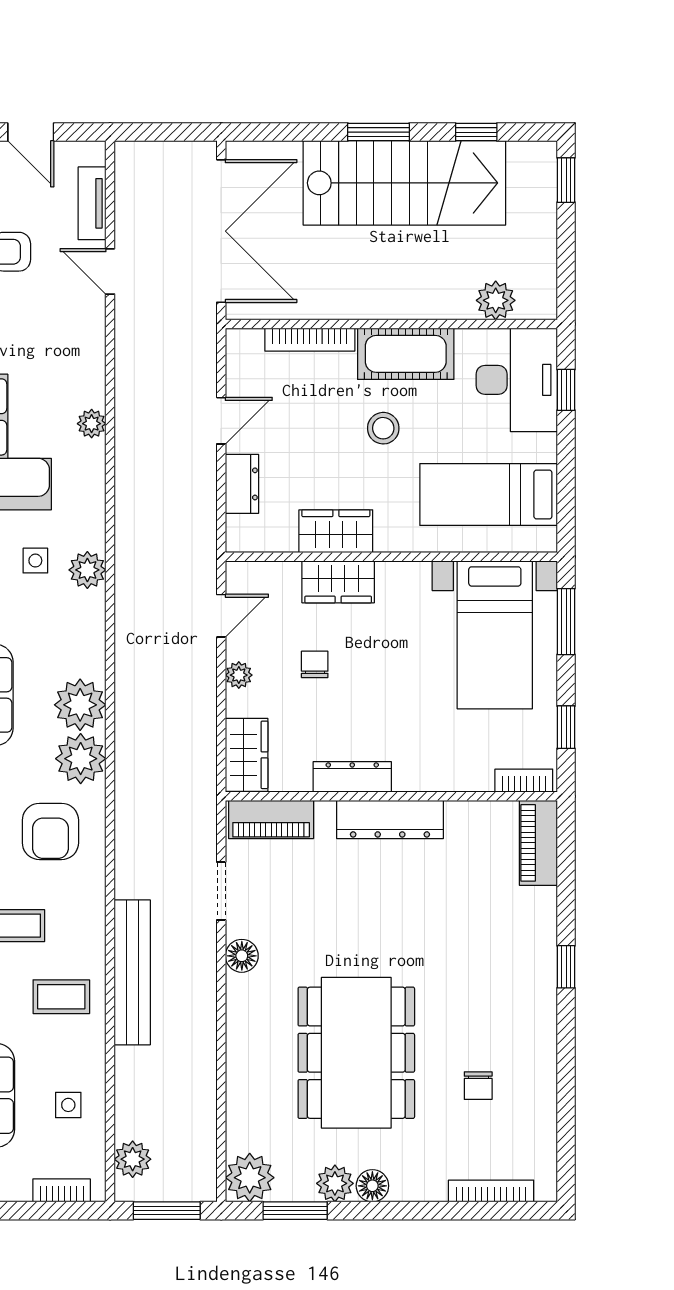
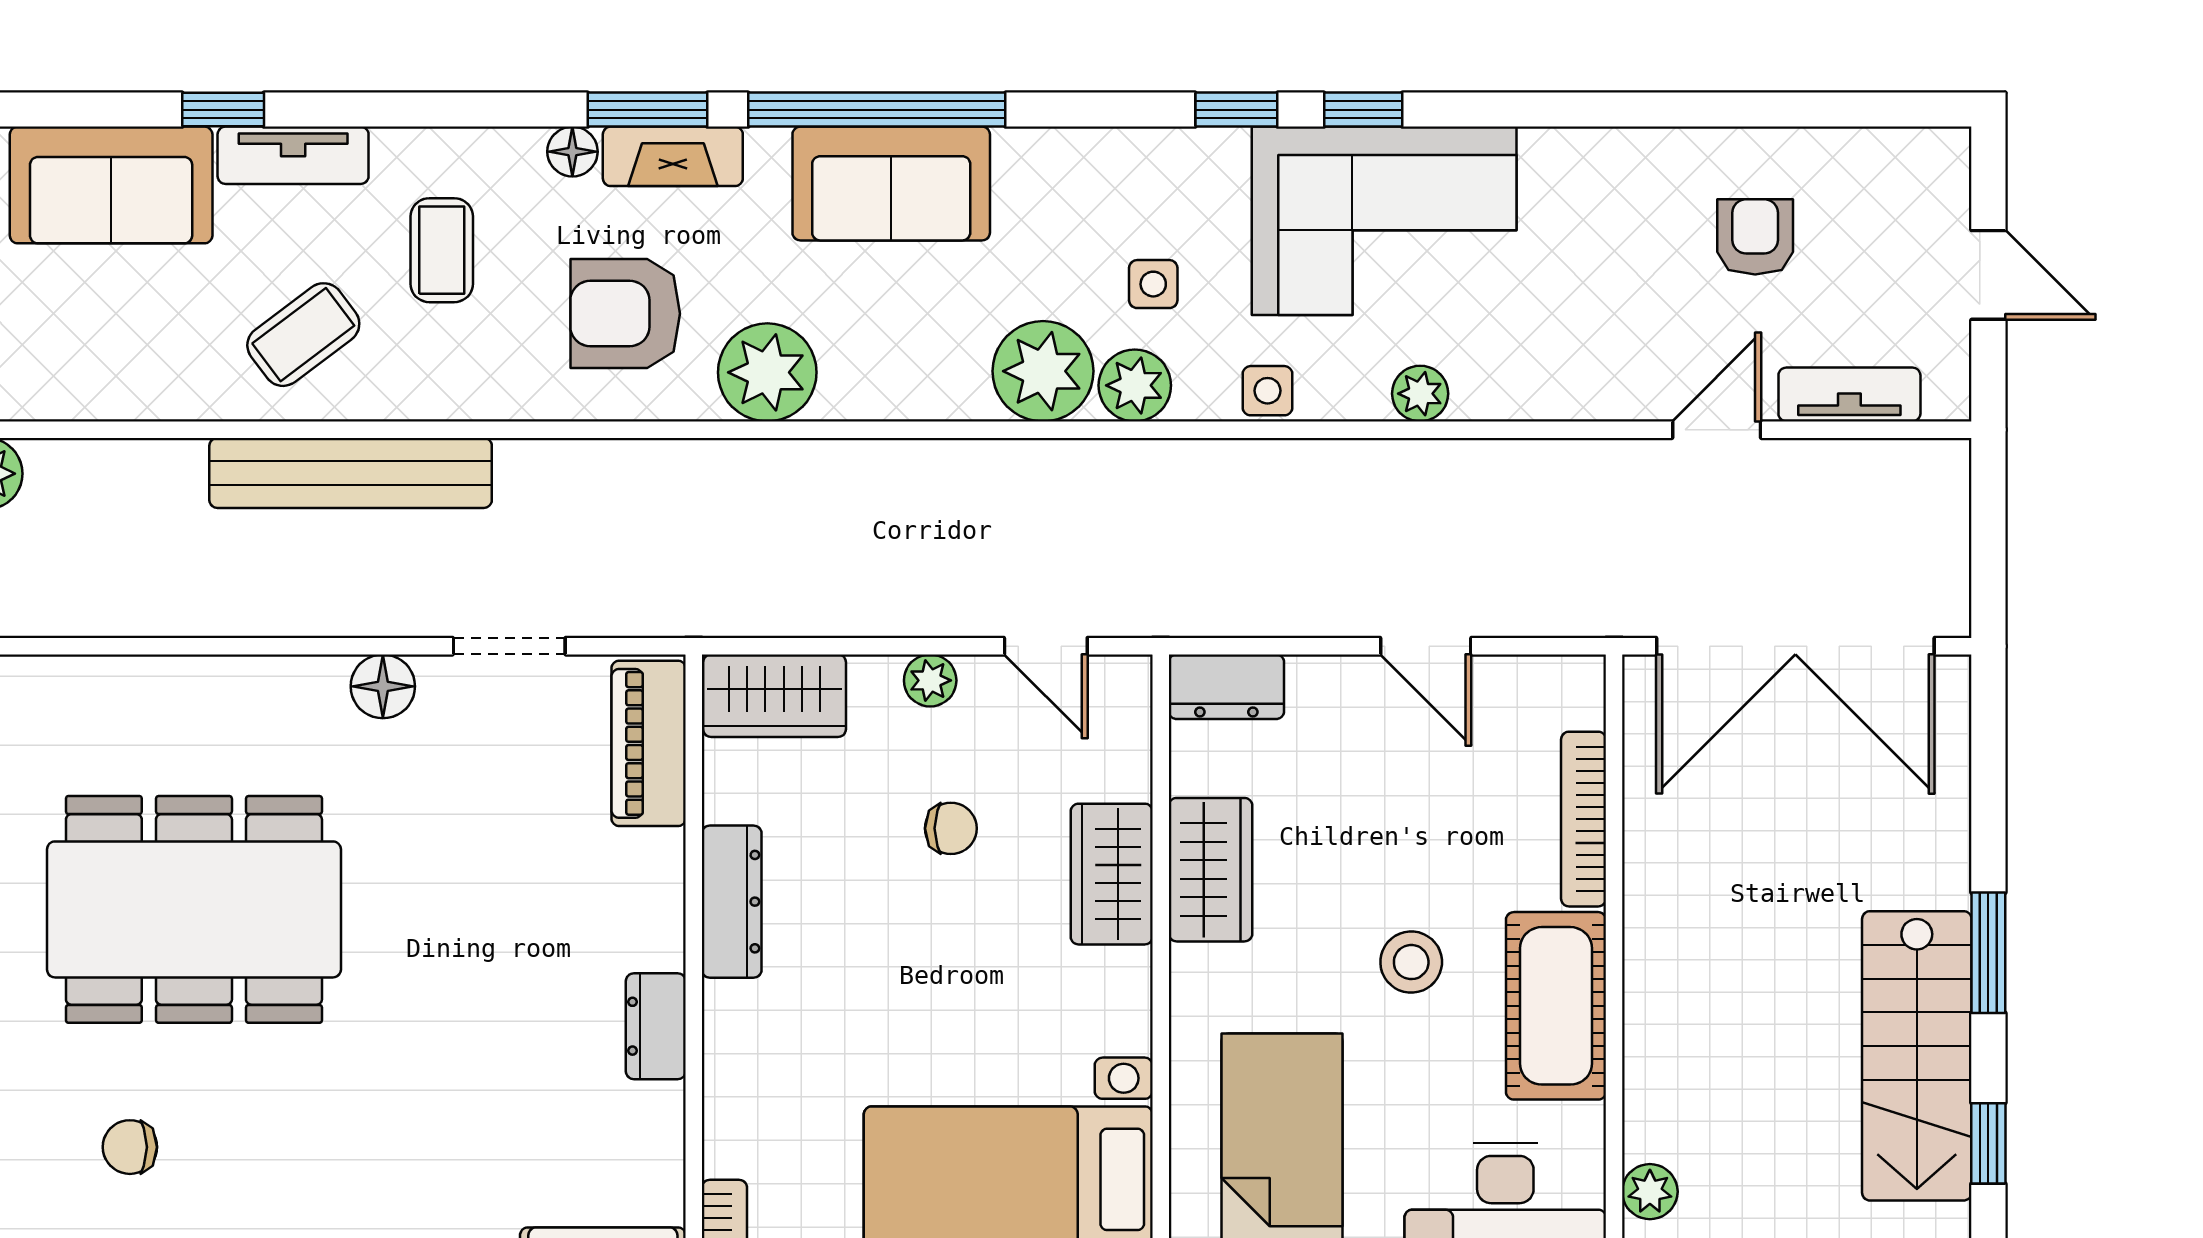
door: (31, 132) -> (1988, 275), swing flipped
stairs: (404, 183) -> (1917, 1056), width x0.73, depth x0.66
plant: (496, 300) -> (1650, 1192), width x0.73, depth x0.73
dresser: (242, 484) -> (1226, 687), moved
plant: (80, 705) -> (1043, 371), moved
dresser: (390, 820) -> (656, 1026), width x0.51, depth x0.80
coffee table: (61, 997) -> (303, 335), turned 53
side table: (68, 1105) -> (1267, 391), moved

